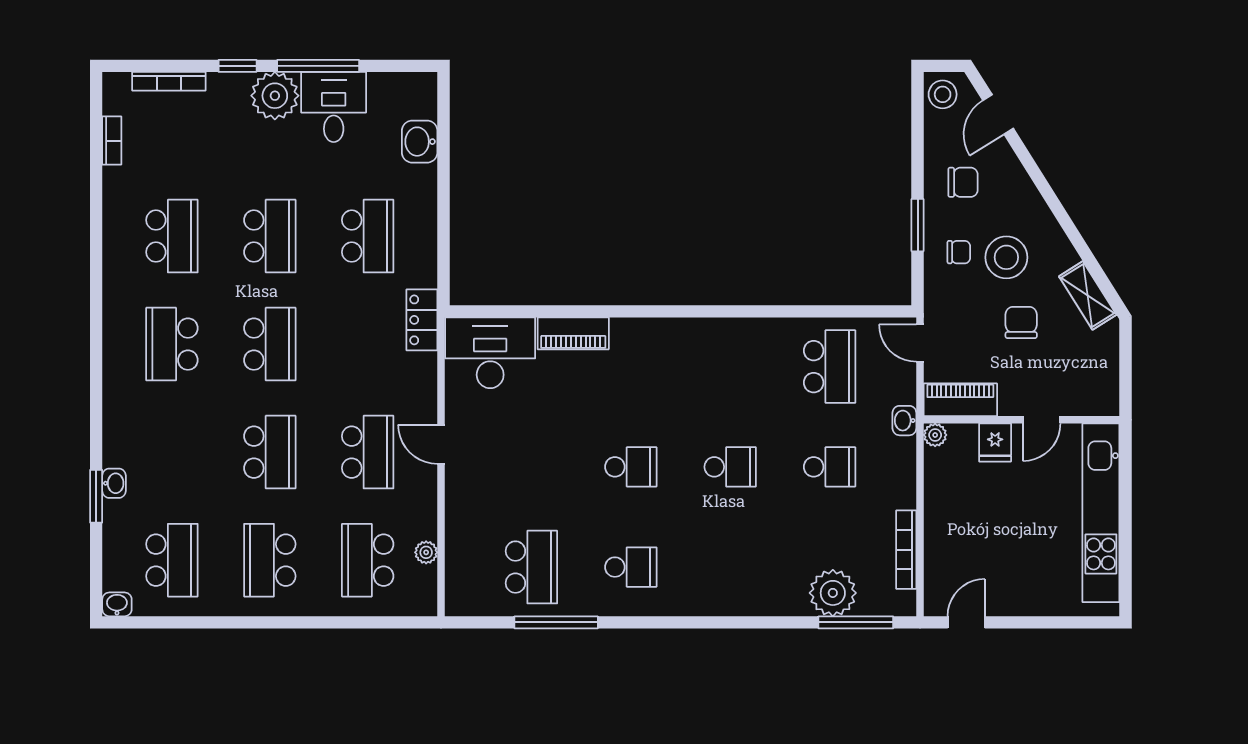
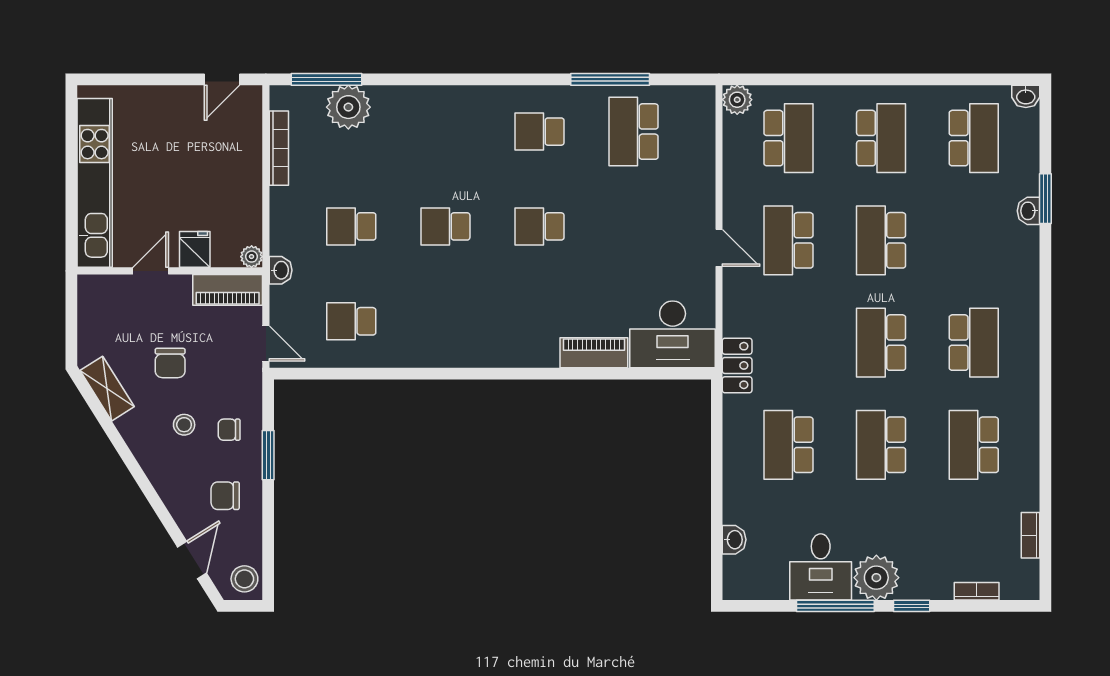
bookcase: (169, 81) -> (977, 591), width x0.64
washbasin: (420, 142) -> (734, 540), width x0.72, depth x0.69
stool: (1006, 257) -> (184, 425), width x0.53, depth x0.53
school desk: (830, 367) -> (351, 321), width x0.54
plant: (426, 552) -> (737, 100), moved, width x1.38, depth x1.38
school desk: (172, 560) -> (974, 138), turned 180

